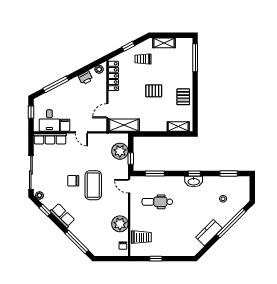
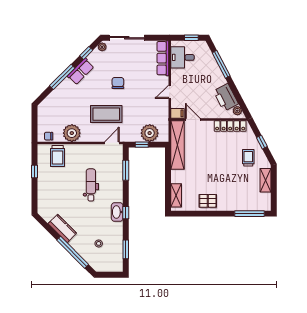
printer: (86, 78) -> (226, 97), width x1.87, depth x1.48
pallet: (154, 91) -> (214, 169), removed
filing cabinet: (65, 125) -> (177, 113), moved
shelving: (124, 125) -> (177, 145), width x1.47
coffee table: (93, 185) -> (106, 114), moved
dental chair: (157, 202) -> (91, 185), moved
window: (77, 242) -> (62, 77), moved

